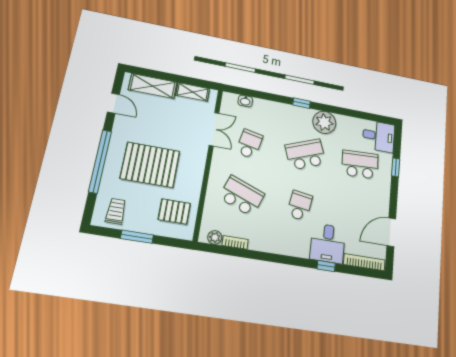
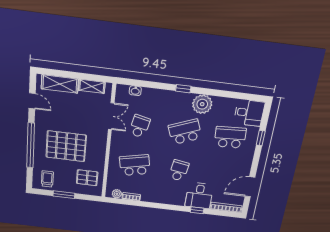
school desk: (242, 196) -> (135, 165), turned -33

